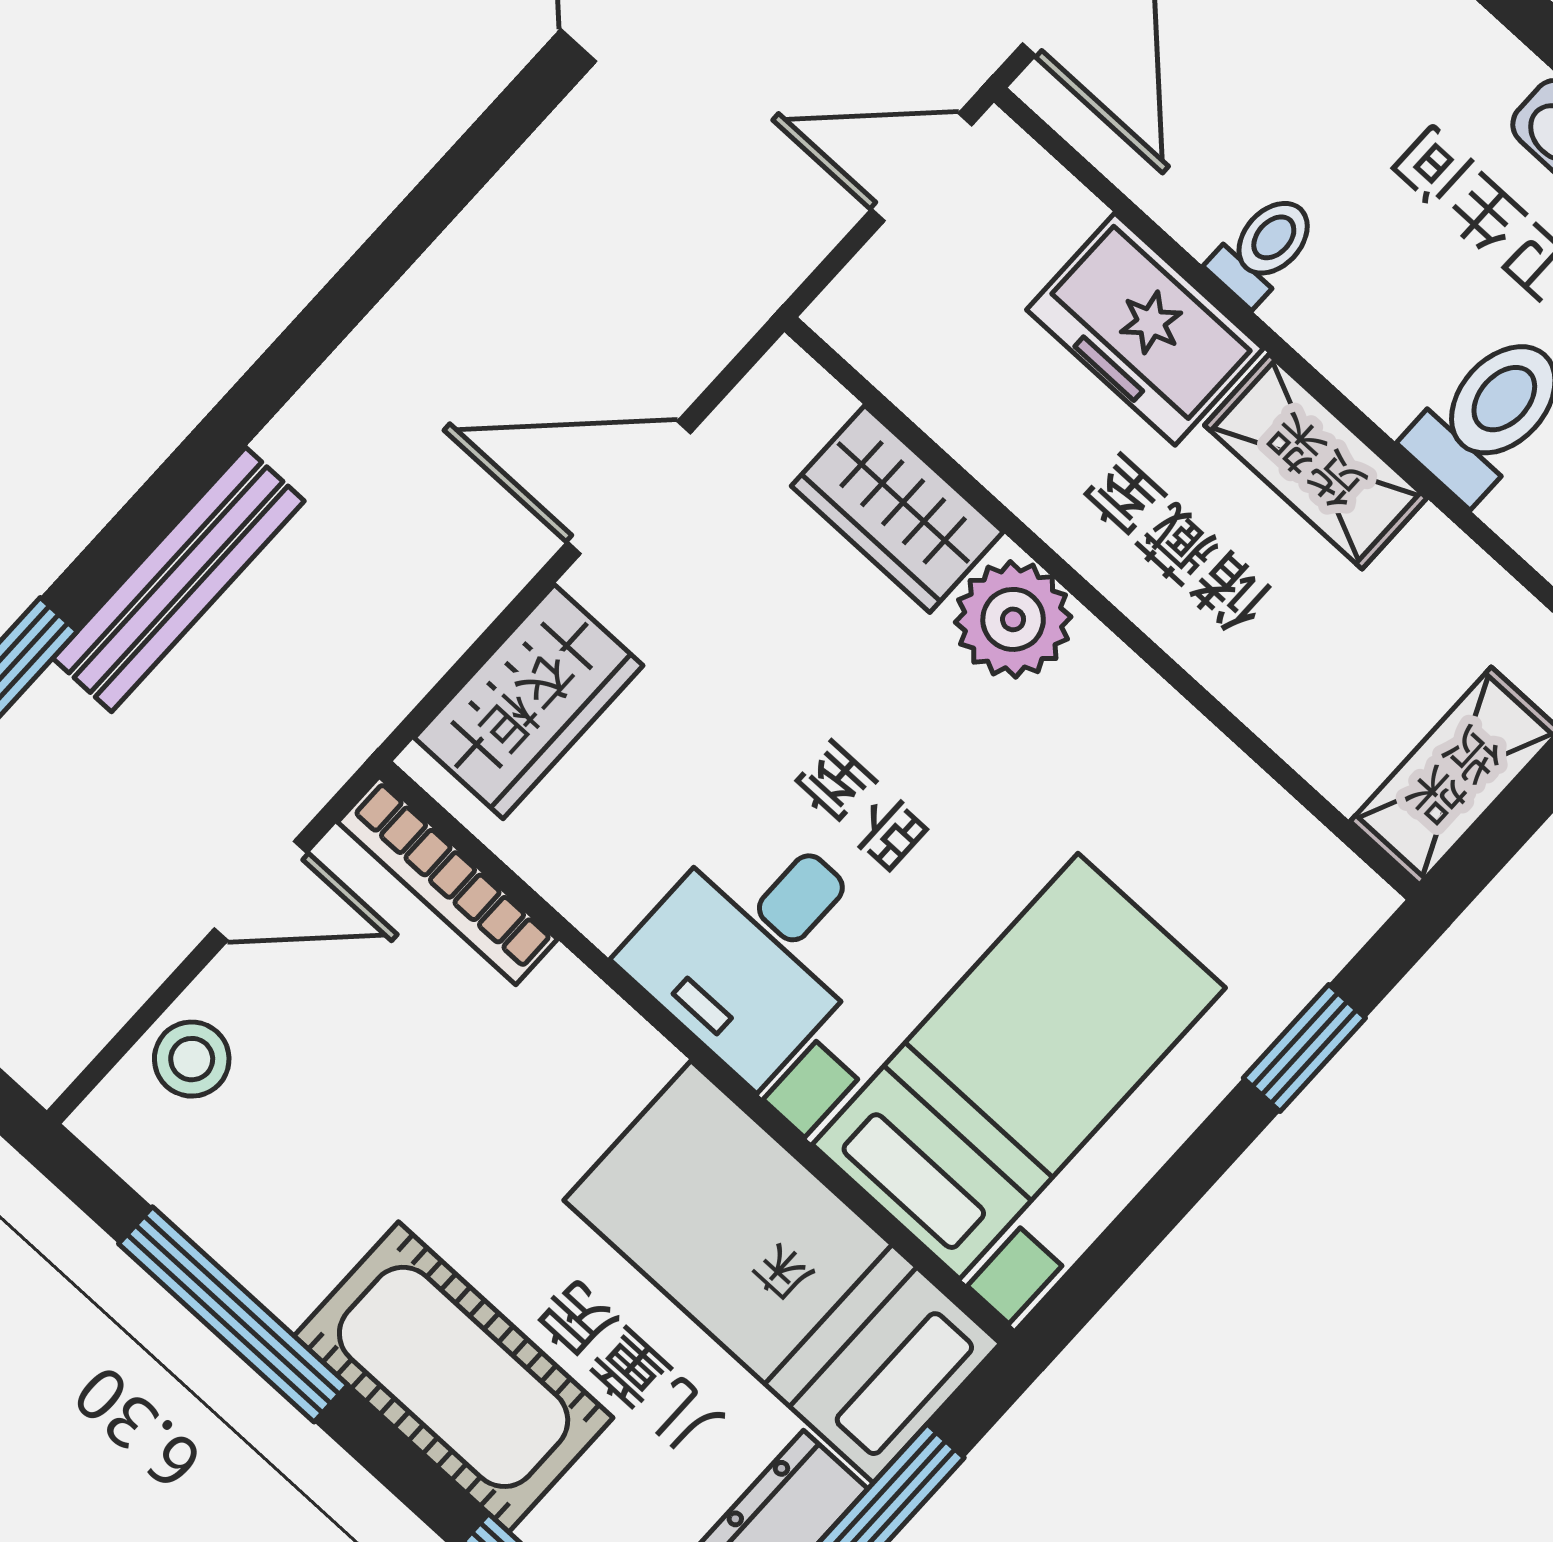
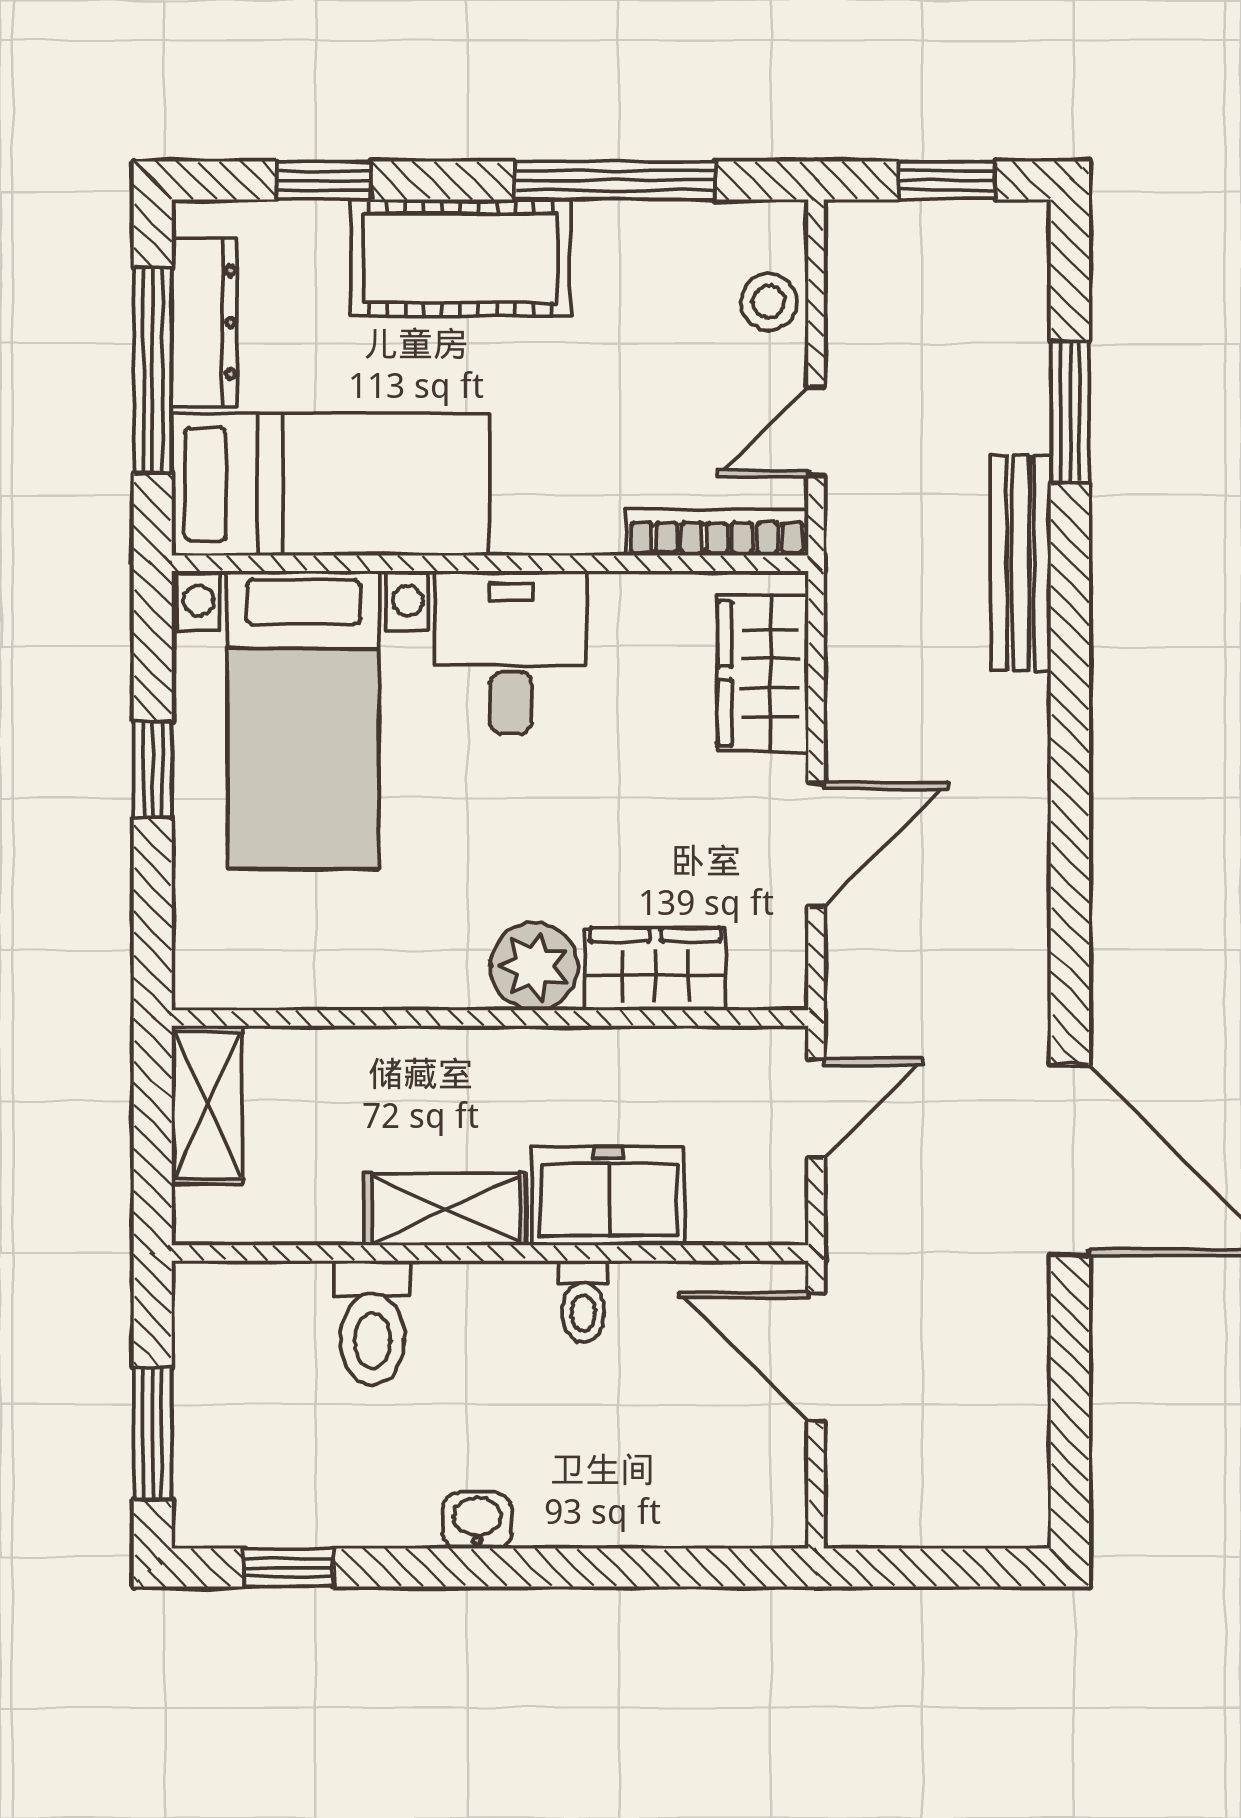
door: (922, 167) -> (816, 1108), moved
window: (1304, 1048) -> (153, 769), moved

